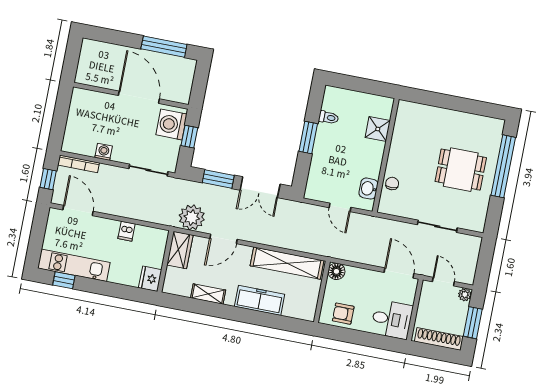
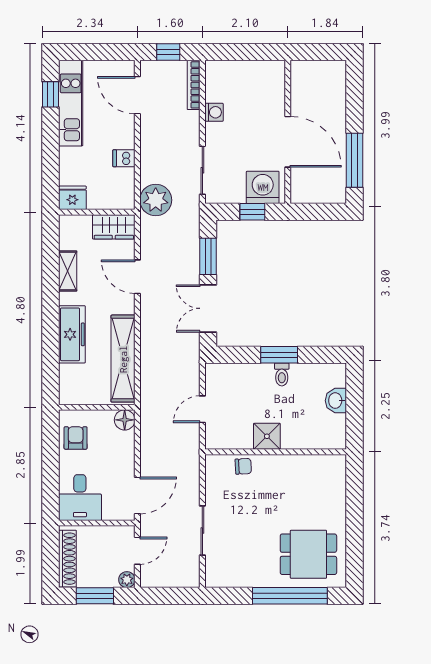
door: (139, 97) -> (288, 142), hinge flipped
toilet: (329, 118) -> (282, 375), moved
shower: (378, 129) -> (267, 436), moved
dining table: (461, 170) -> (308, 554), moved, turned 90
washbasin: (368, 189) -> (336, 401), moved, turned -90
door: (78, 211) -> (137, 95), swing flipped
plant: (192, 217) -> (156, 200), moved

